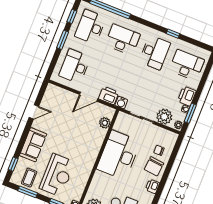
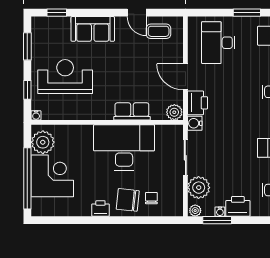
desk: (75, 66) -> (218, 43), turned -90
plant: (105, 123) -> (174, 112), moved
row of seats: (97, 141) -> (132, 111), added
reception desk: (57, 175) -> (65, 77), turned 180
coffee table: (29, 178) -> (159, 31), moved

